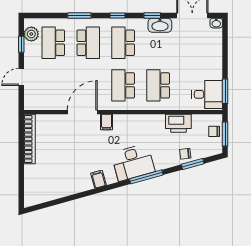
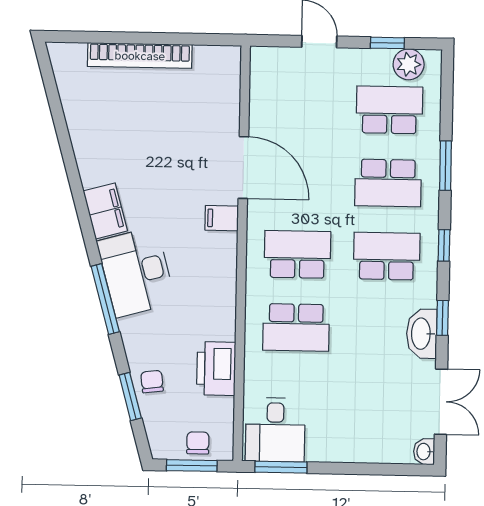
school desk: (158, 85) -> (296, 327), turned 180
bookcase: (30, 139) -> (140, 56), moved
filing cabinet: (98, 179) -> (105, 211), width x2.00

